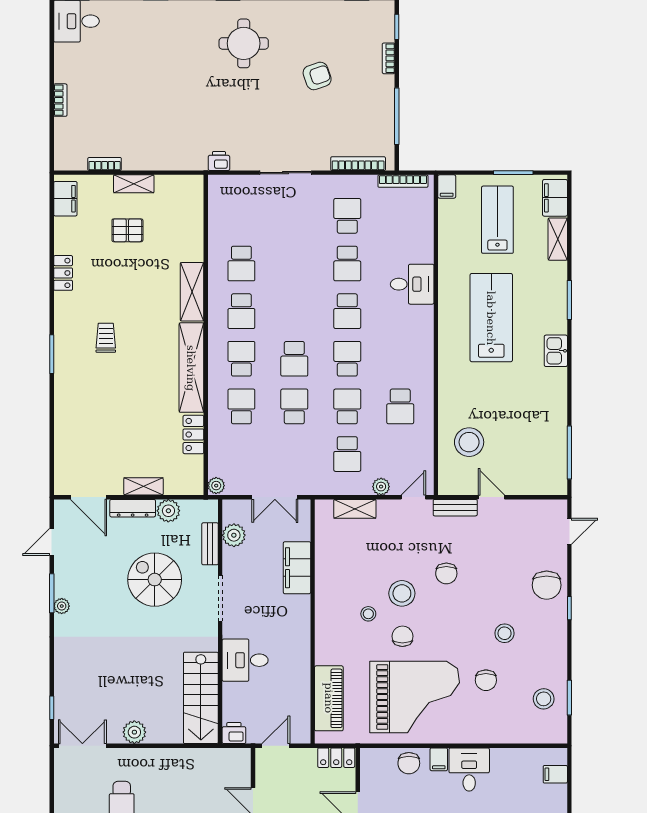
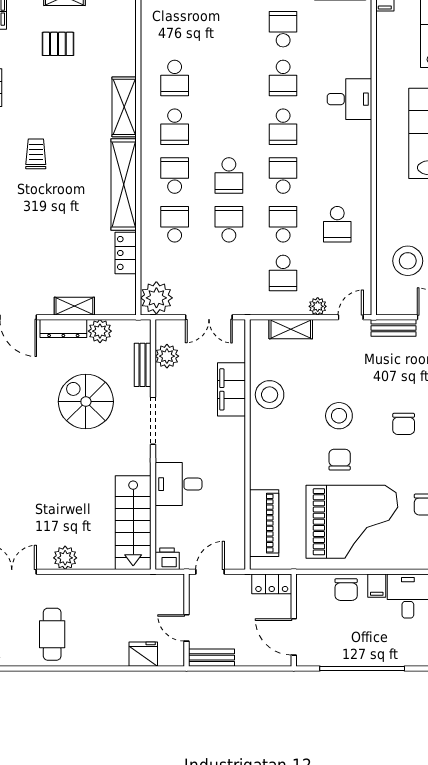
plant: (216, 486) -> (156, 298), width x1.87, depth x1.87
chair: (446, 573) -> (404, 424), moved
stool: (368, 614) -> (270, 395), moved, width x1.89, depth x1.89

